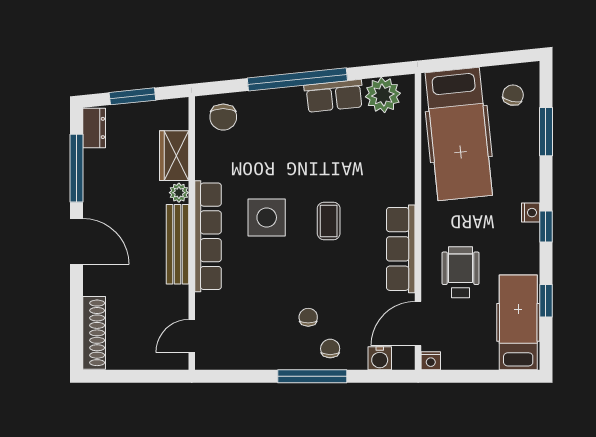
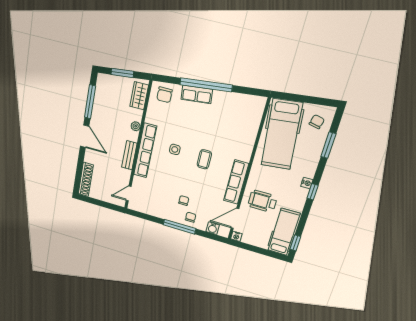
plant: (383, 95) -> (248, 104), removed
row of seats: (334, 96) -> (197, 94), moved
dresser: (94, 128) -> (101, 84), removed
wardrobe: (174, 156) -> (139, 96), moved
side table: (267, 217) -> (175, 149), width x0.54, depth x0.54
bench: (178, 244) -> (129, 155), width x0.73
wheelchair: (461, 272) -> (262, 201), turned -90
window: (546, 301) -> (295, 243), moved

